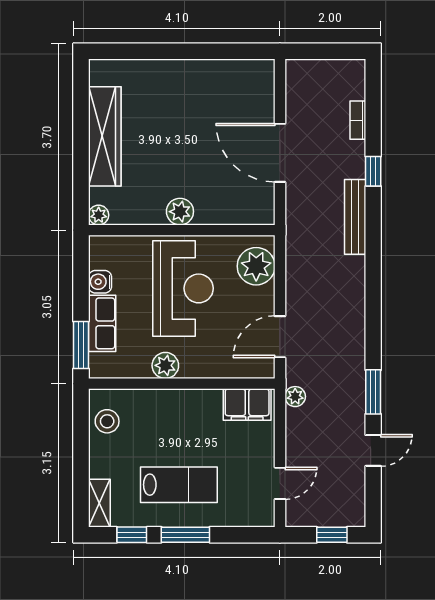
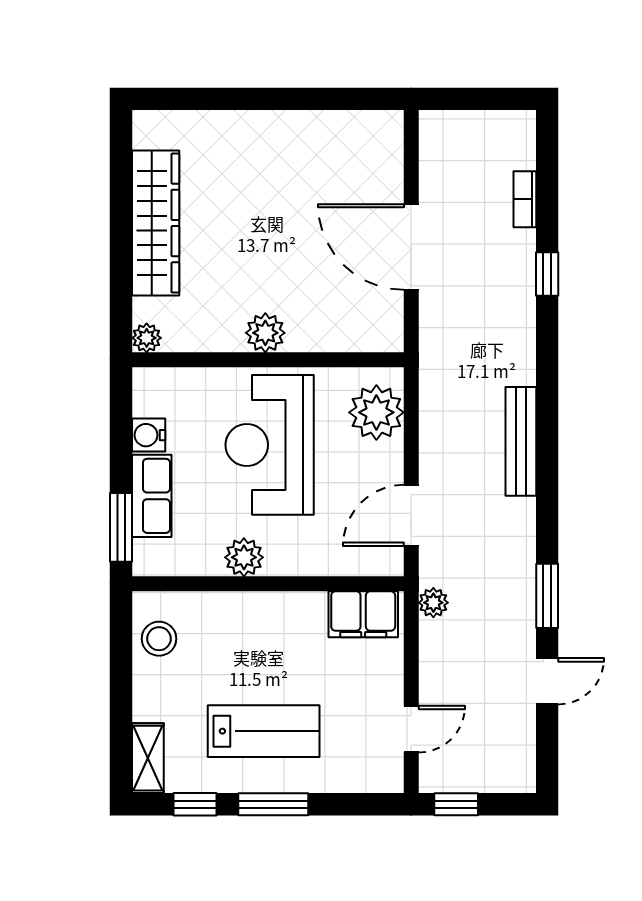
bench: (355, 217) -> (521, 441), moved
reception desk: (183, 288) -> (270, 445), turned 180
window: (332, 535) -> (456, 804), moved

